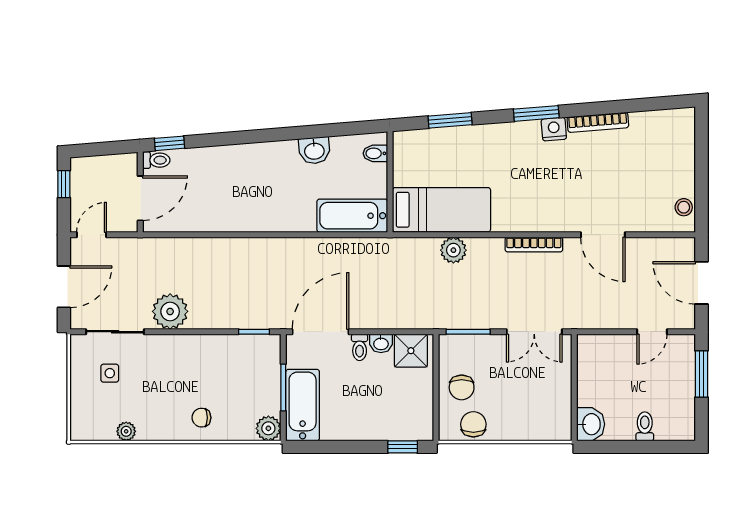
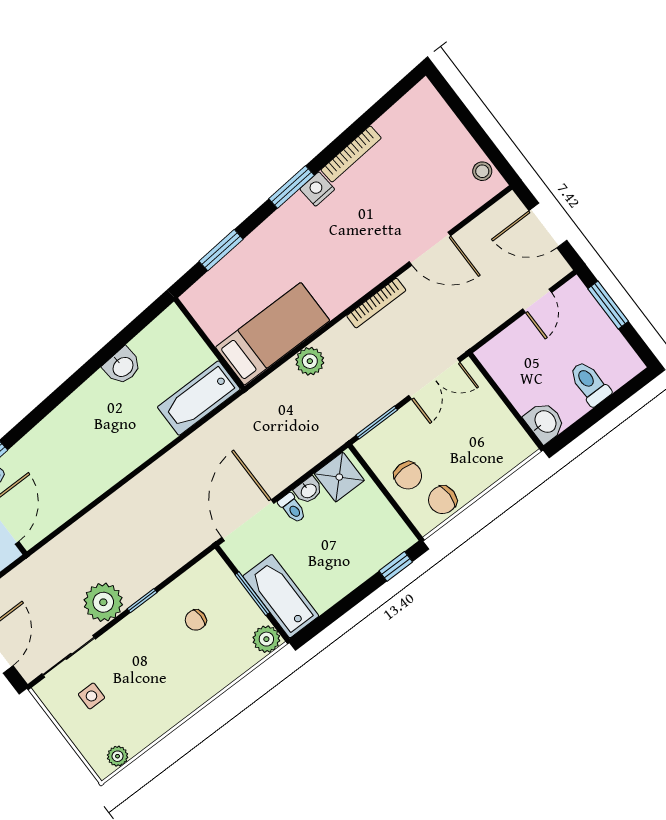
bidet: (375, 153) -> (178, 328), removed
window: (254, 332) -> (142, 601), moved
chair: (201, 418) -> (196, 620), moved
chair: (473, 424) -> (443, 500), turned -90
toilet: (645, 426) -> (590, 383), width x1.37, depth x1.39
plant: (126, 431) -> (118, 756), moved

